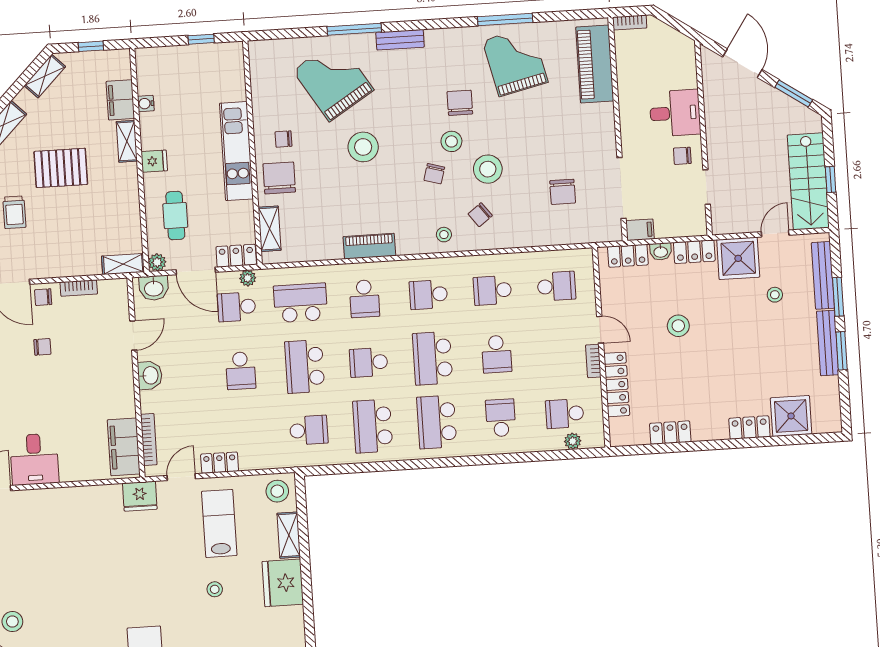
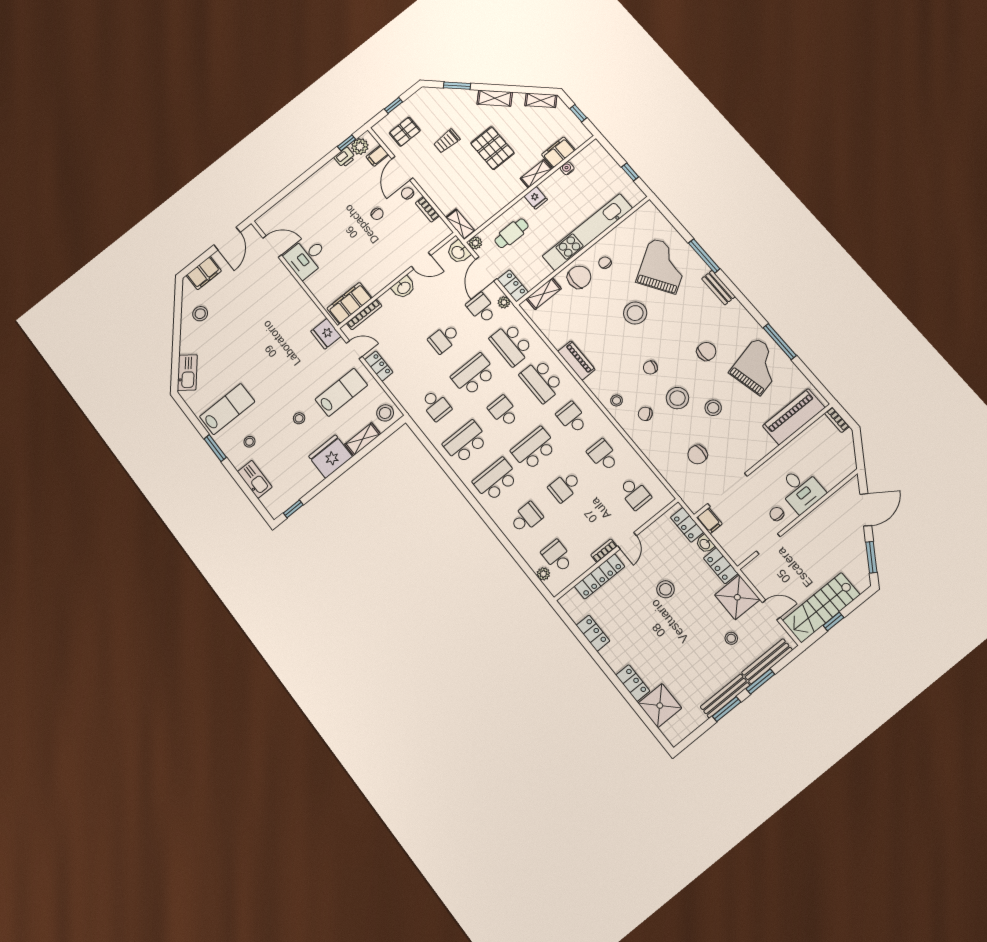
stool: (451, 141) -> (713, 408), moved
kitchen unit: (236, 151) -> (587, 232), width x1.36
school desk: (364, 299) -> (541, 381), width x1.85
school desk: (301, 303) -> (511, 344), turned 180

